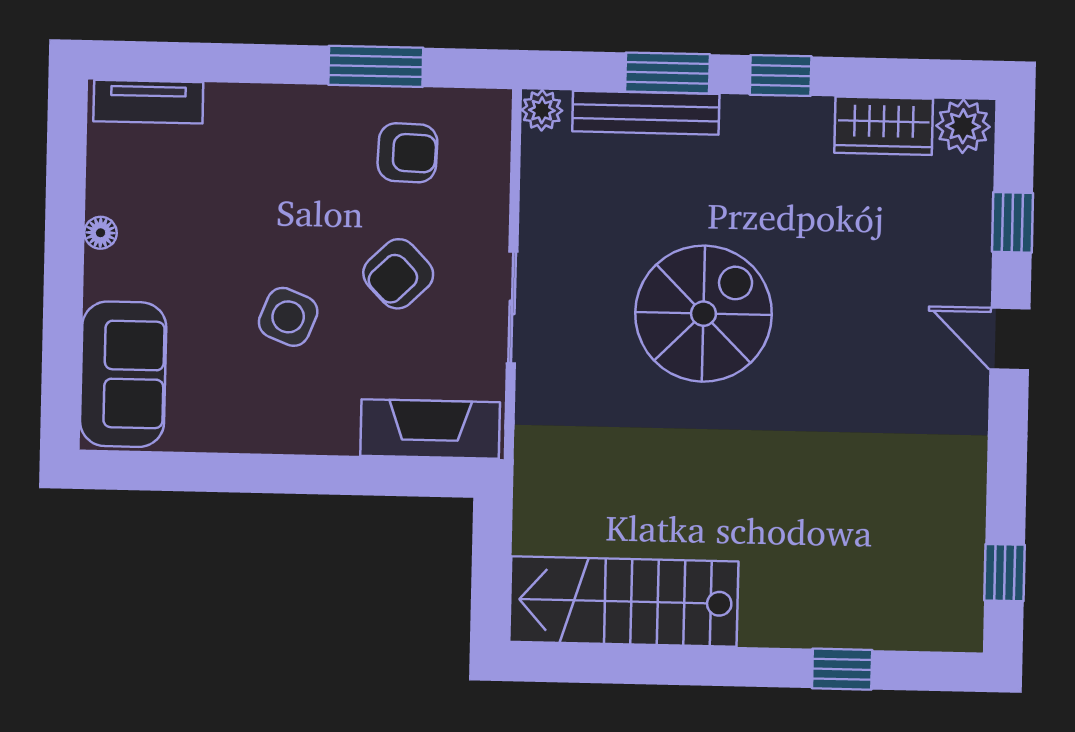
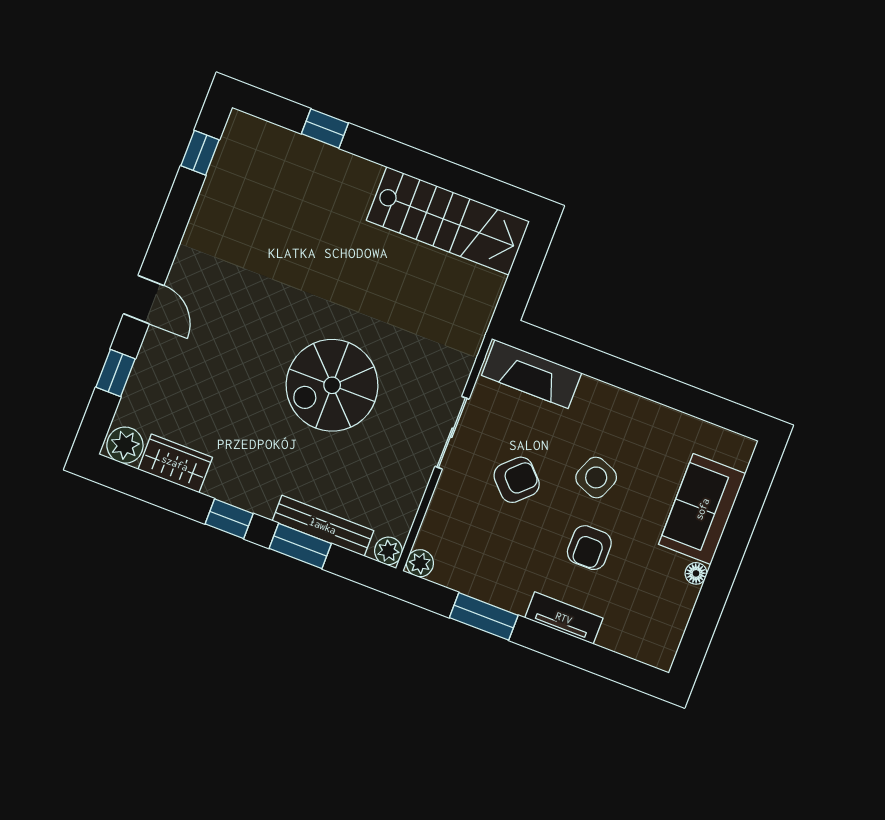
tv unit: (148, 102) -> (564, 618), moved
plant: (492, 109) -> (420, 563), added
armchair: (407, 153) -> (589, 548), moved, turned -92
sofa: (123, 374) -> (702, 509), moved

